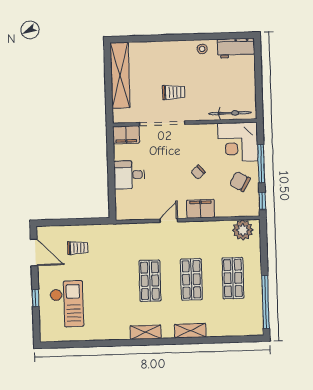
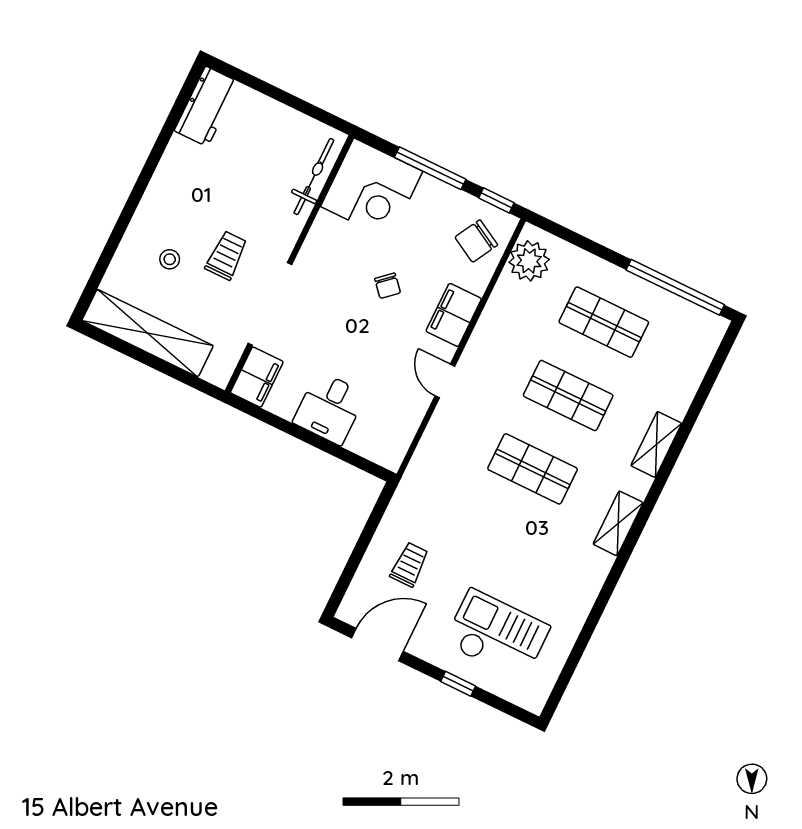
stool: (202, 49) -> (170, 259), moved
chair: (240, 182) -> (476, 241), moved

